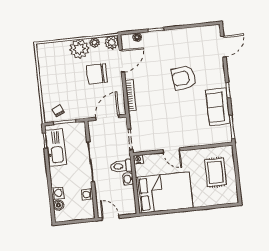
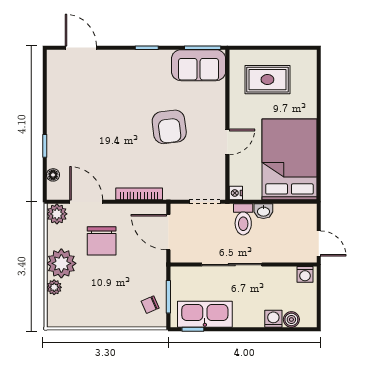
plant: (94, 43) -> (54, 287), moved
armchair: (184, 78) -> (169, 127), moved
sofa: (218, 107) -> (199, 65), moved
washing machine: (87, 194) -> (305, 274), moved
door: (111, 218) -> (319, 243), swing flipped

